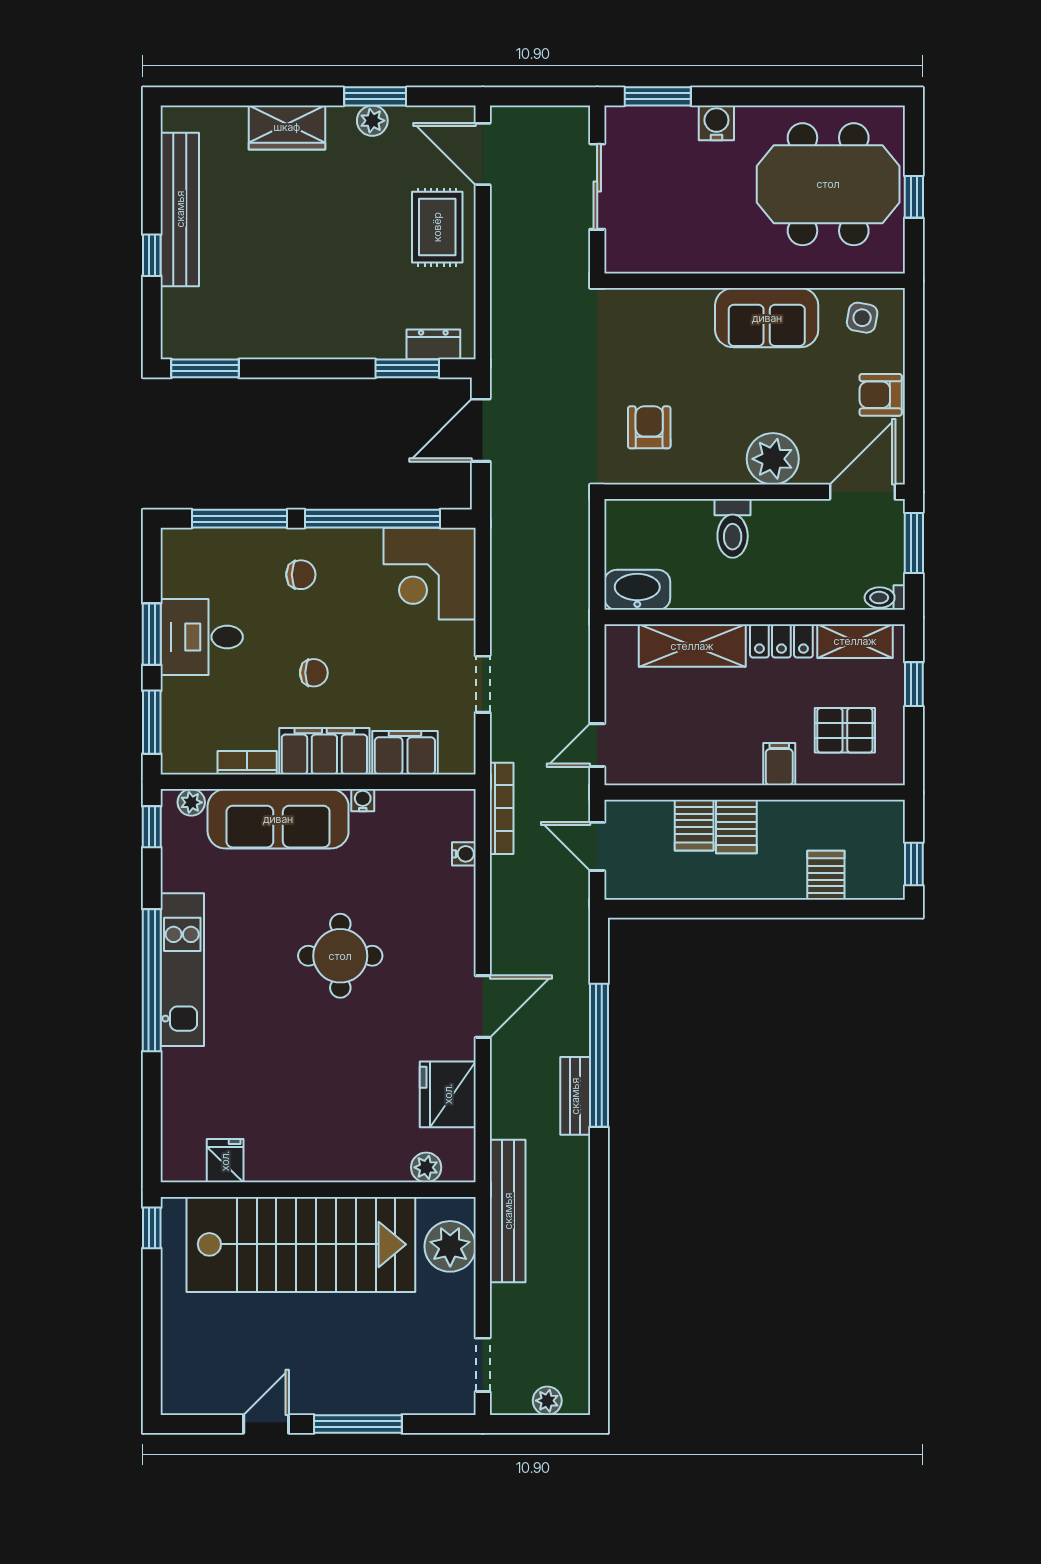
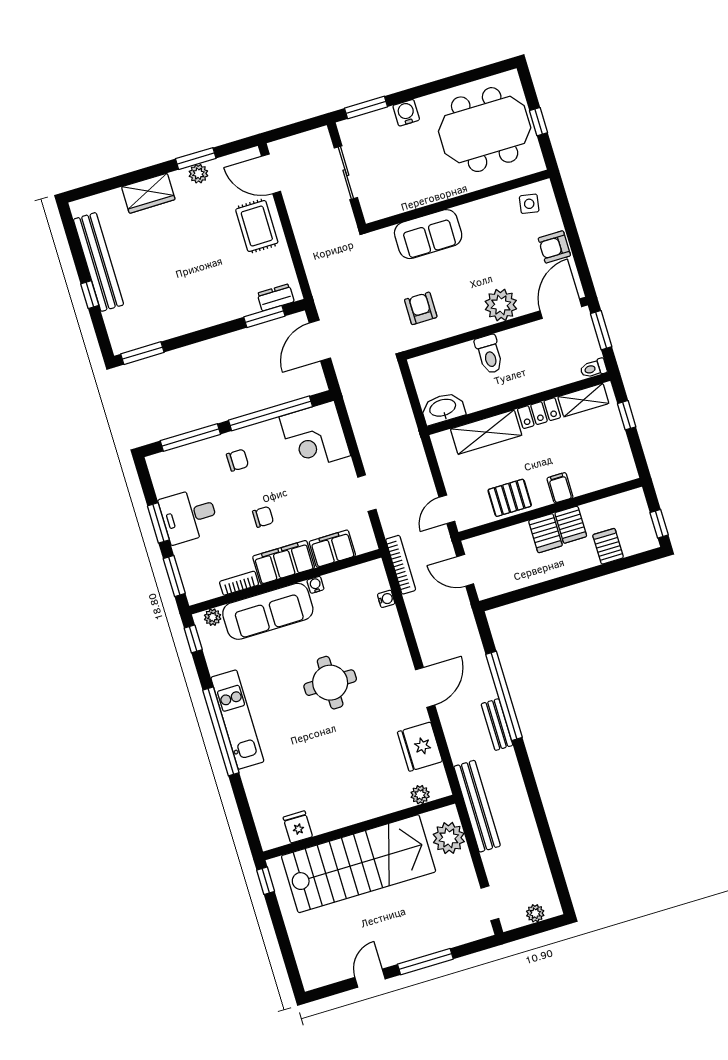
sofa: (767, 318) -> (428, 234), moved
pallet: (845, 730) -> (510, 498), moved
server rack: (694, 825) -> (571, 525), moved

